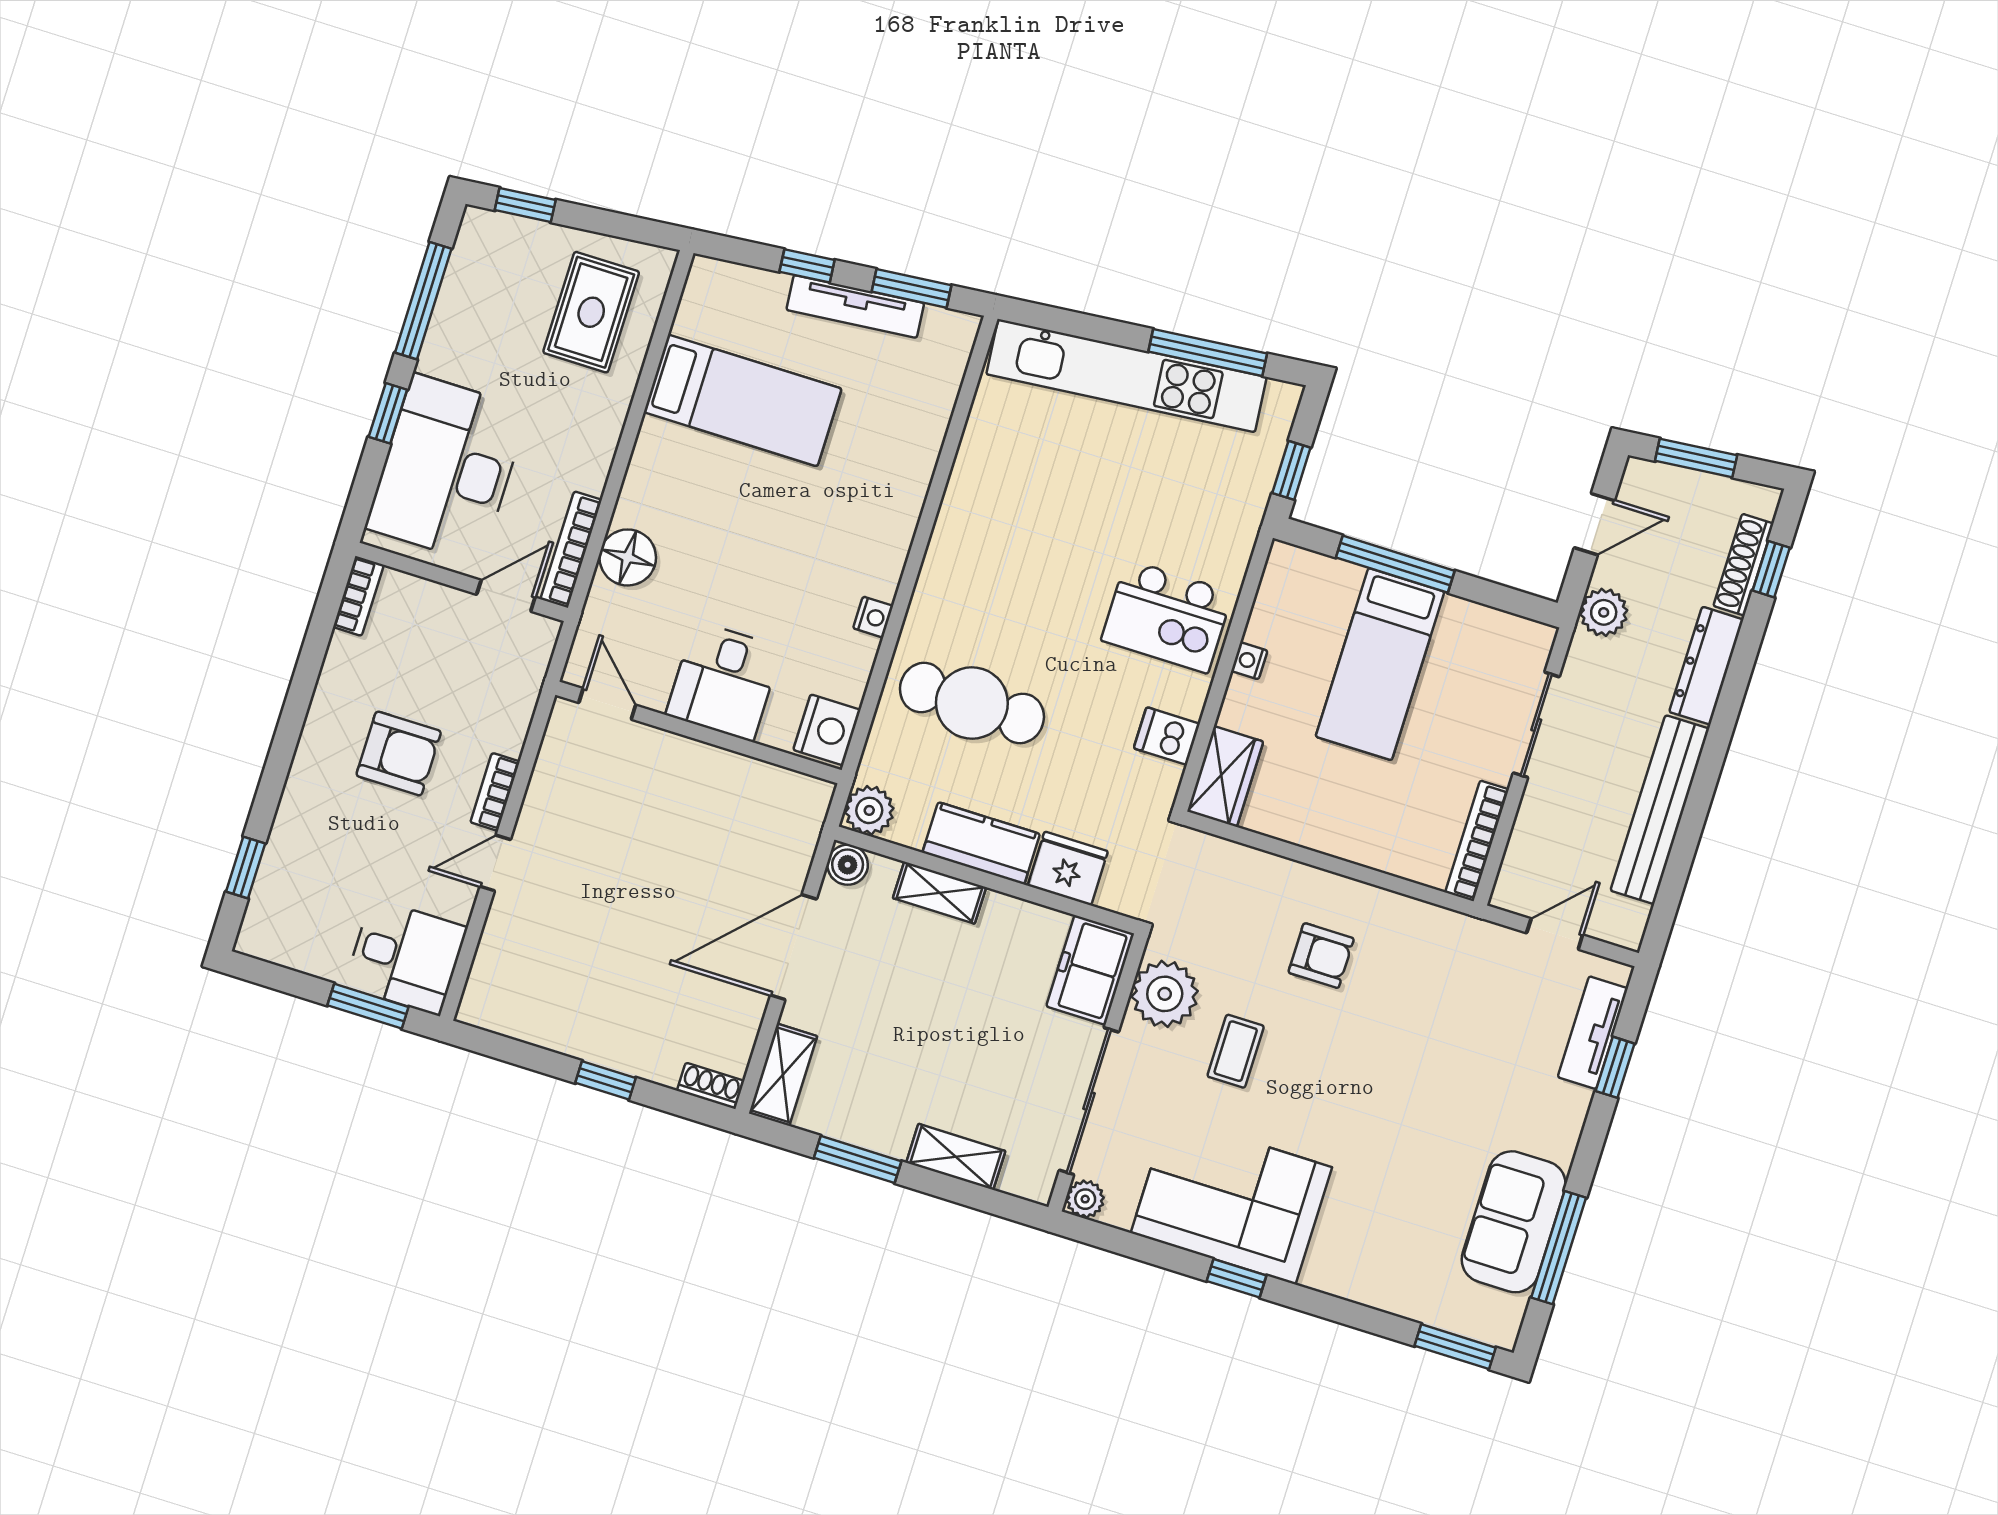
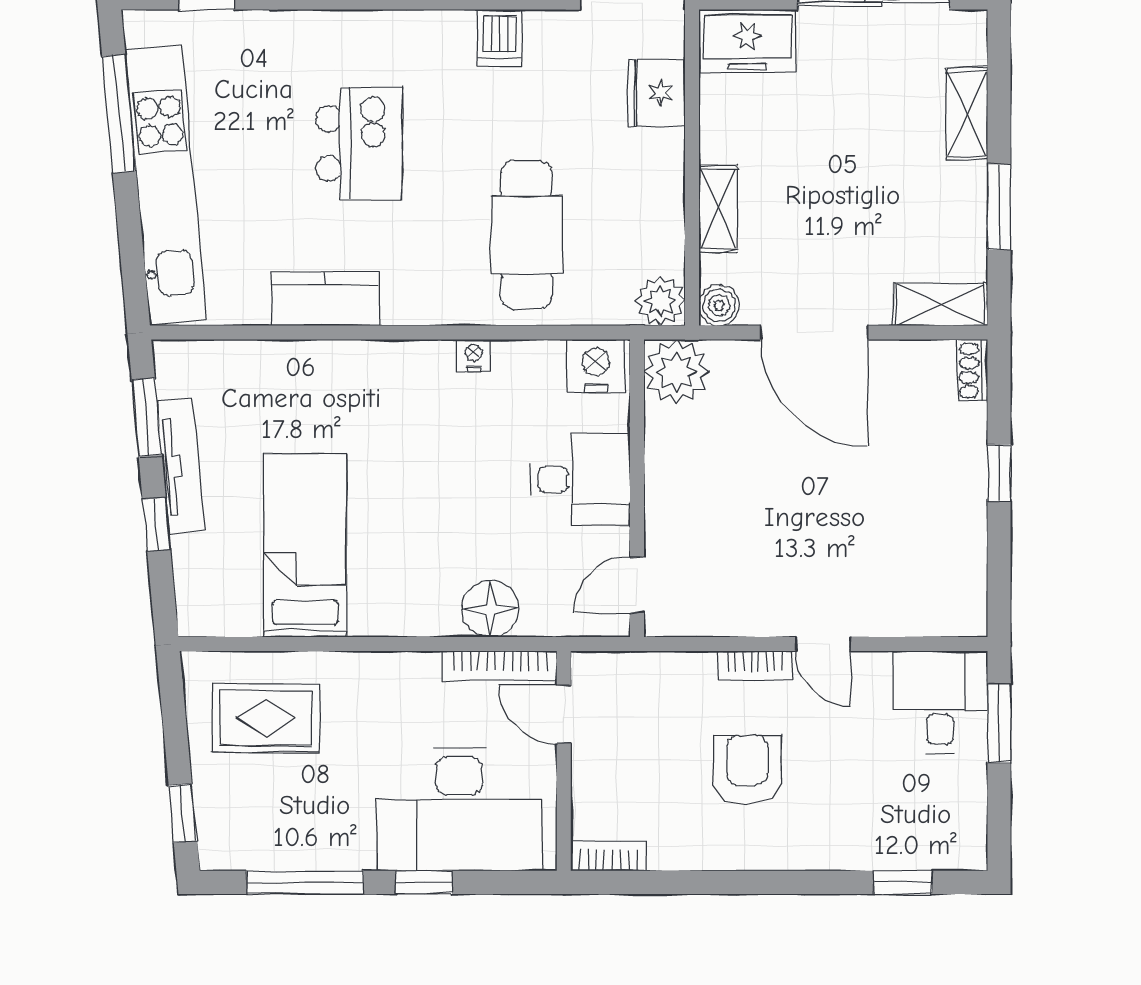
kitchen island: (1167, 616) -> (359, 143), moved
plant: (797, 804) -> (676, 372), added
kitchen counter: (981, 843) -> (325, 299), moved, turned 90

